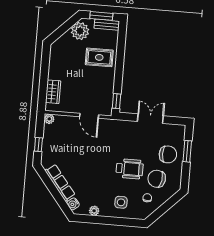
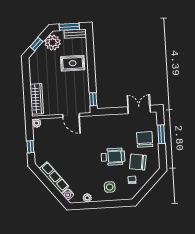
window: (62, 30) -> (36, 44), added
wardrobe: (53, 92) -> (37, 99), width x1.50
double door: (150, 119) -> (139, 109), moved
chair: (168, 154) -> (145, 139), turned -90

